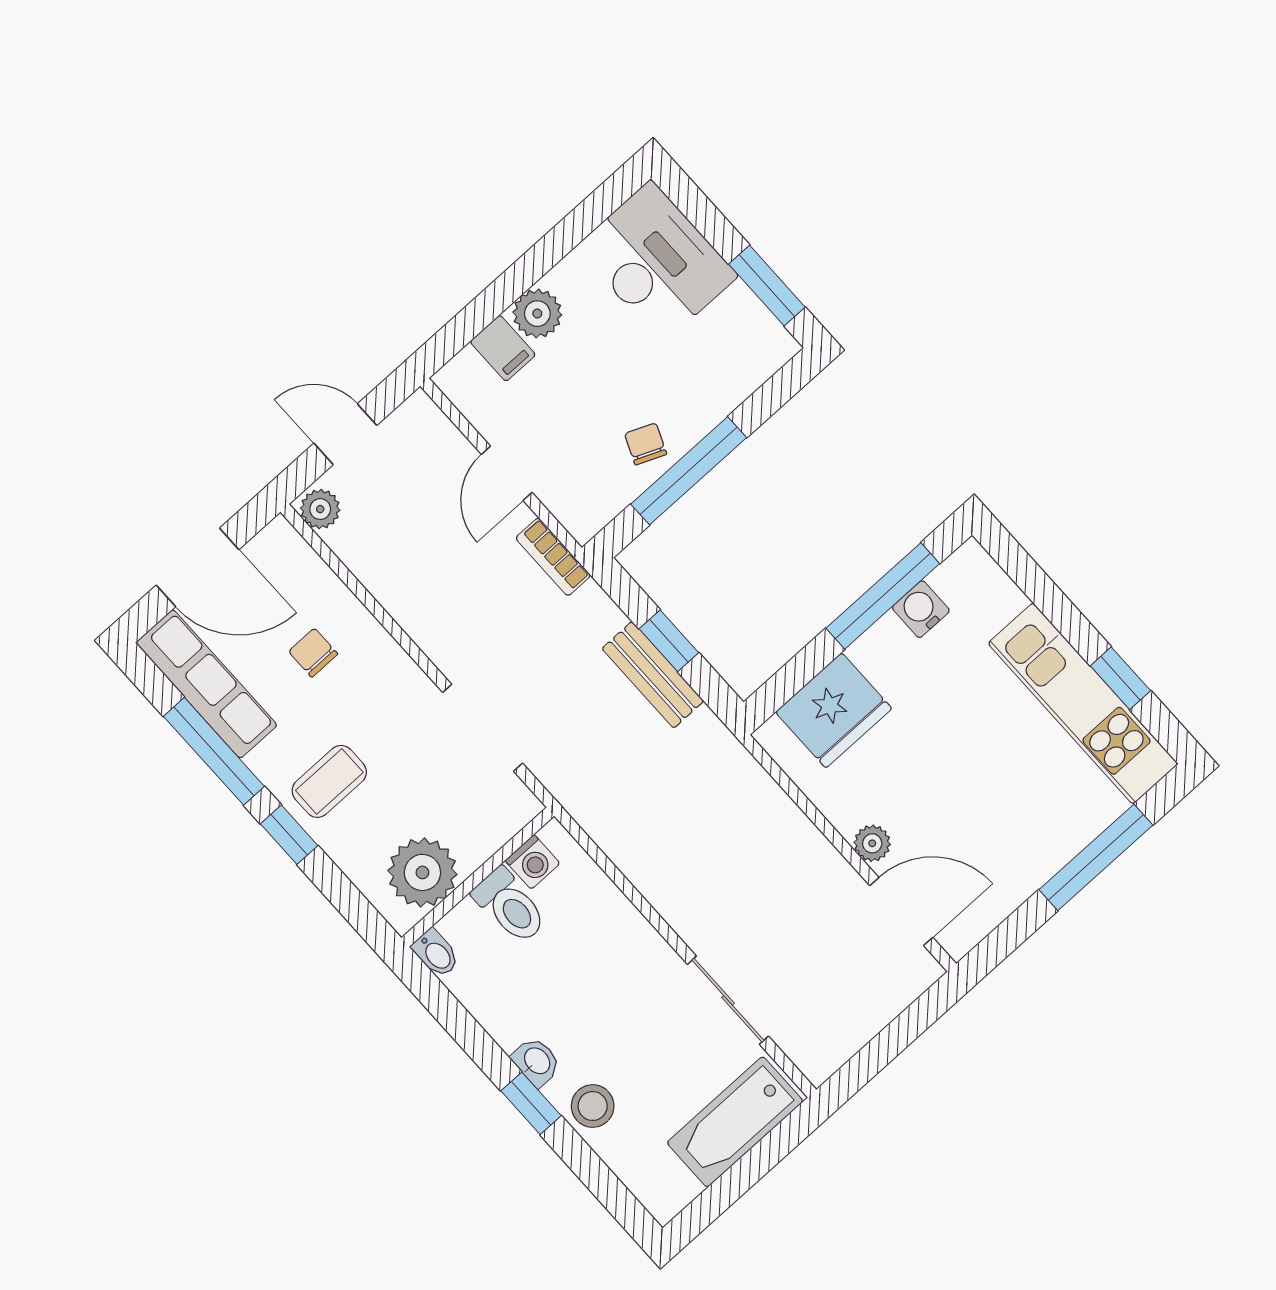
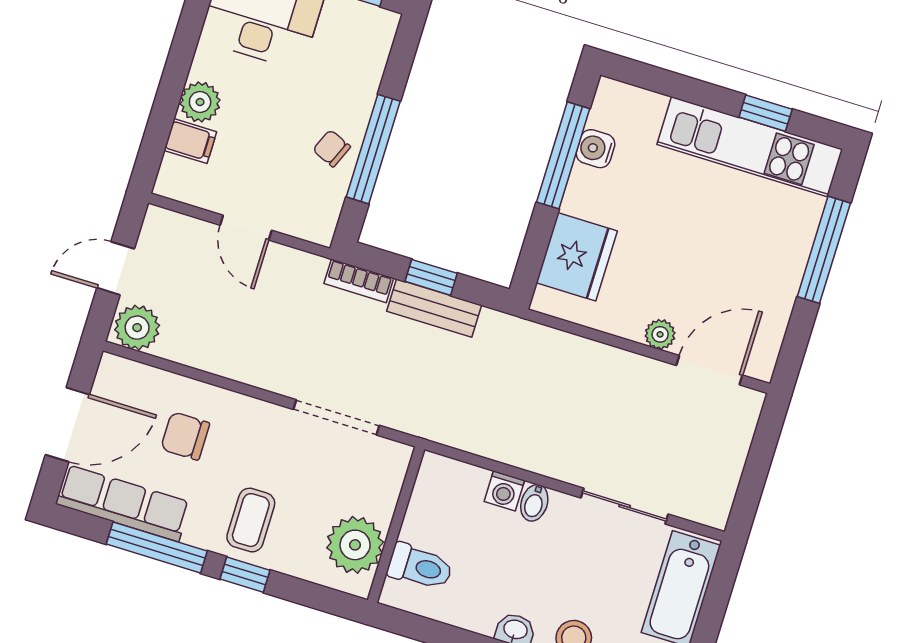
plant: (320, 509) -> (137, 328), width x1.38, depth x1.38
bookcase: (553, 557) -> (359, 281), moved
chair: (313, 653) -> (185, 436), width x1.37, depth x1.37
washing machine: (533, 862) -> (504, 491), moved, turned 90
toilet: (510, 906) -> (420, 567), moved
bidet: (436, 953) -> (534, 503), moved, turned 90

